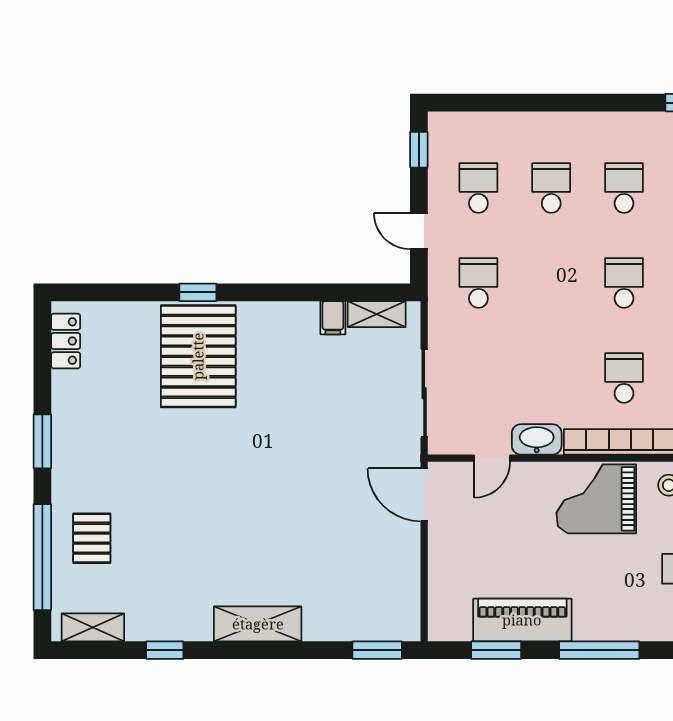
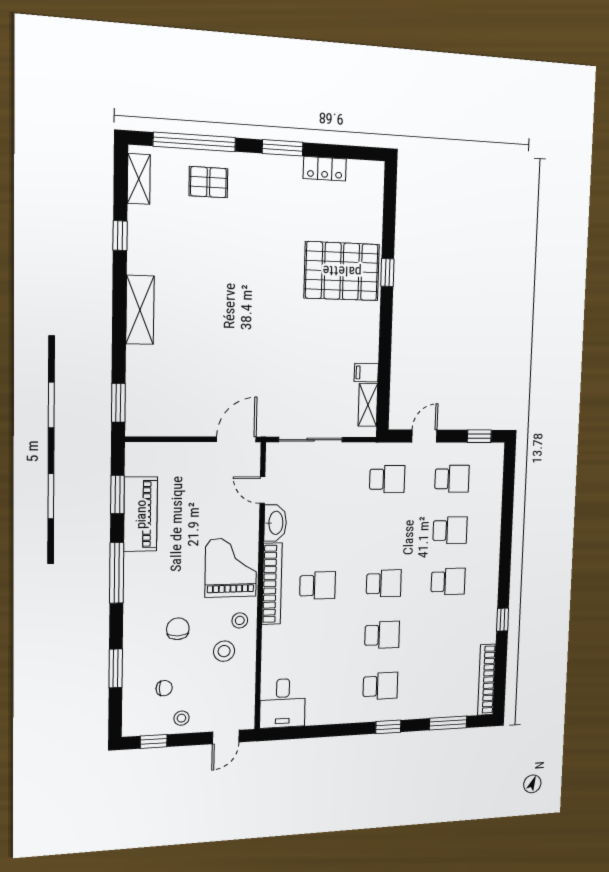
locker: (66, 341) -> (325, 169), moved

